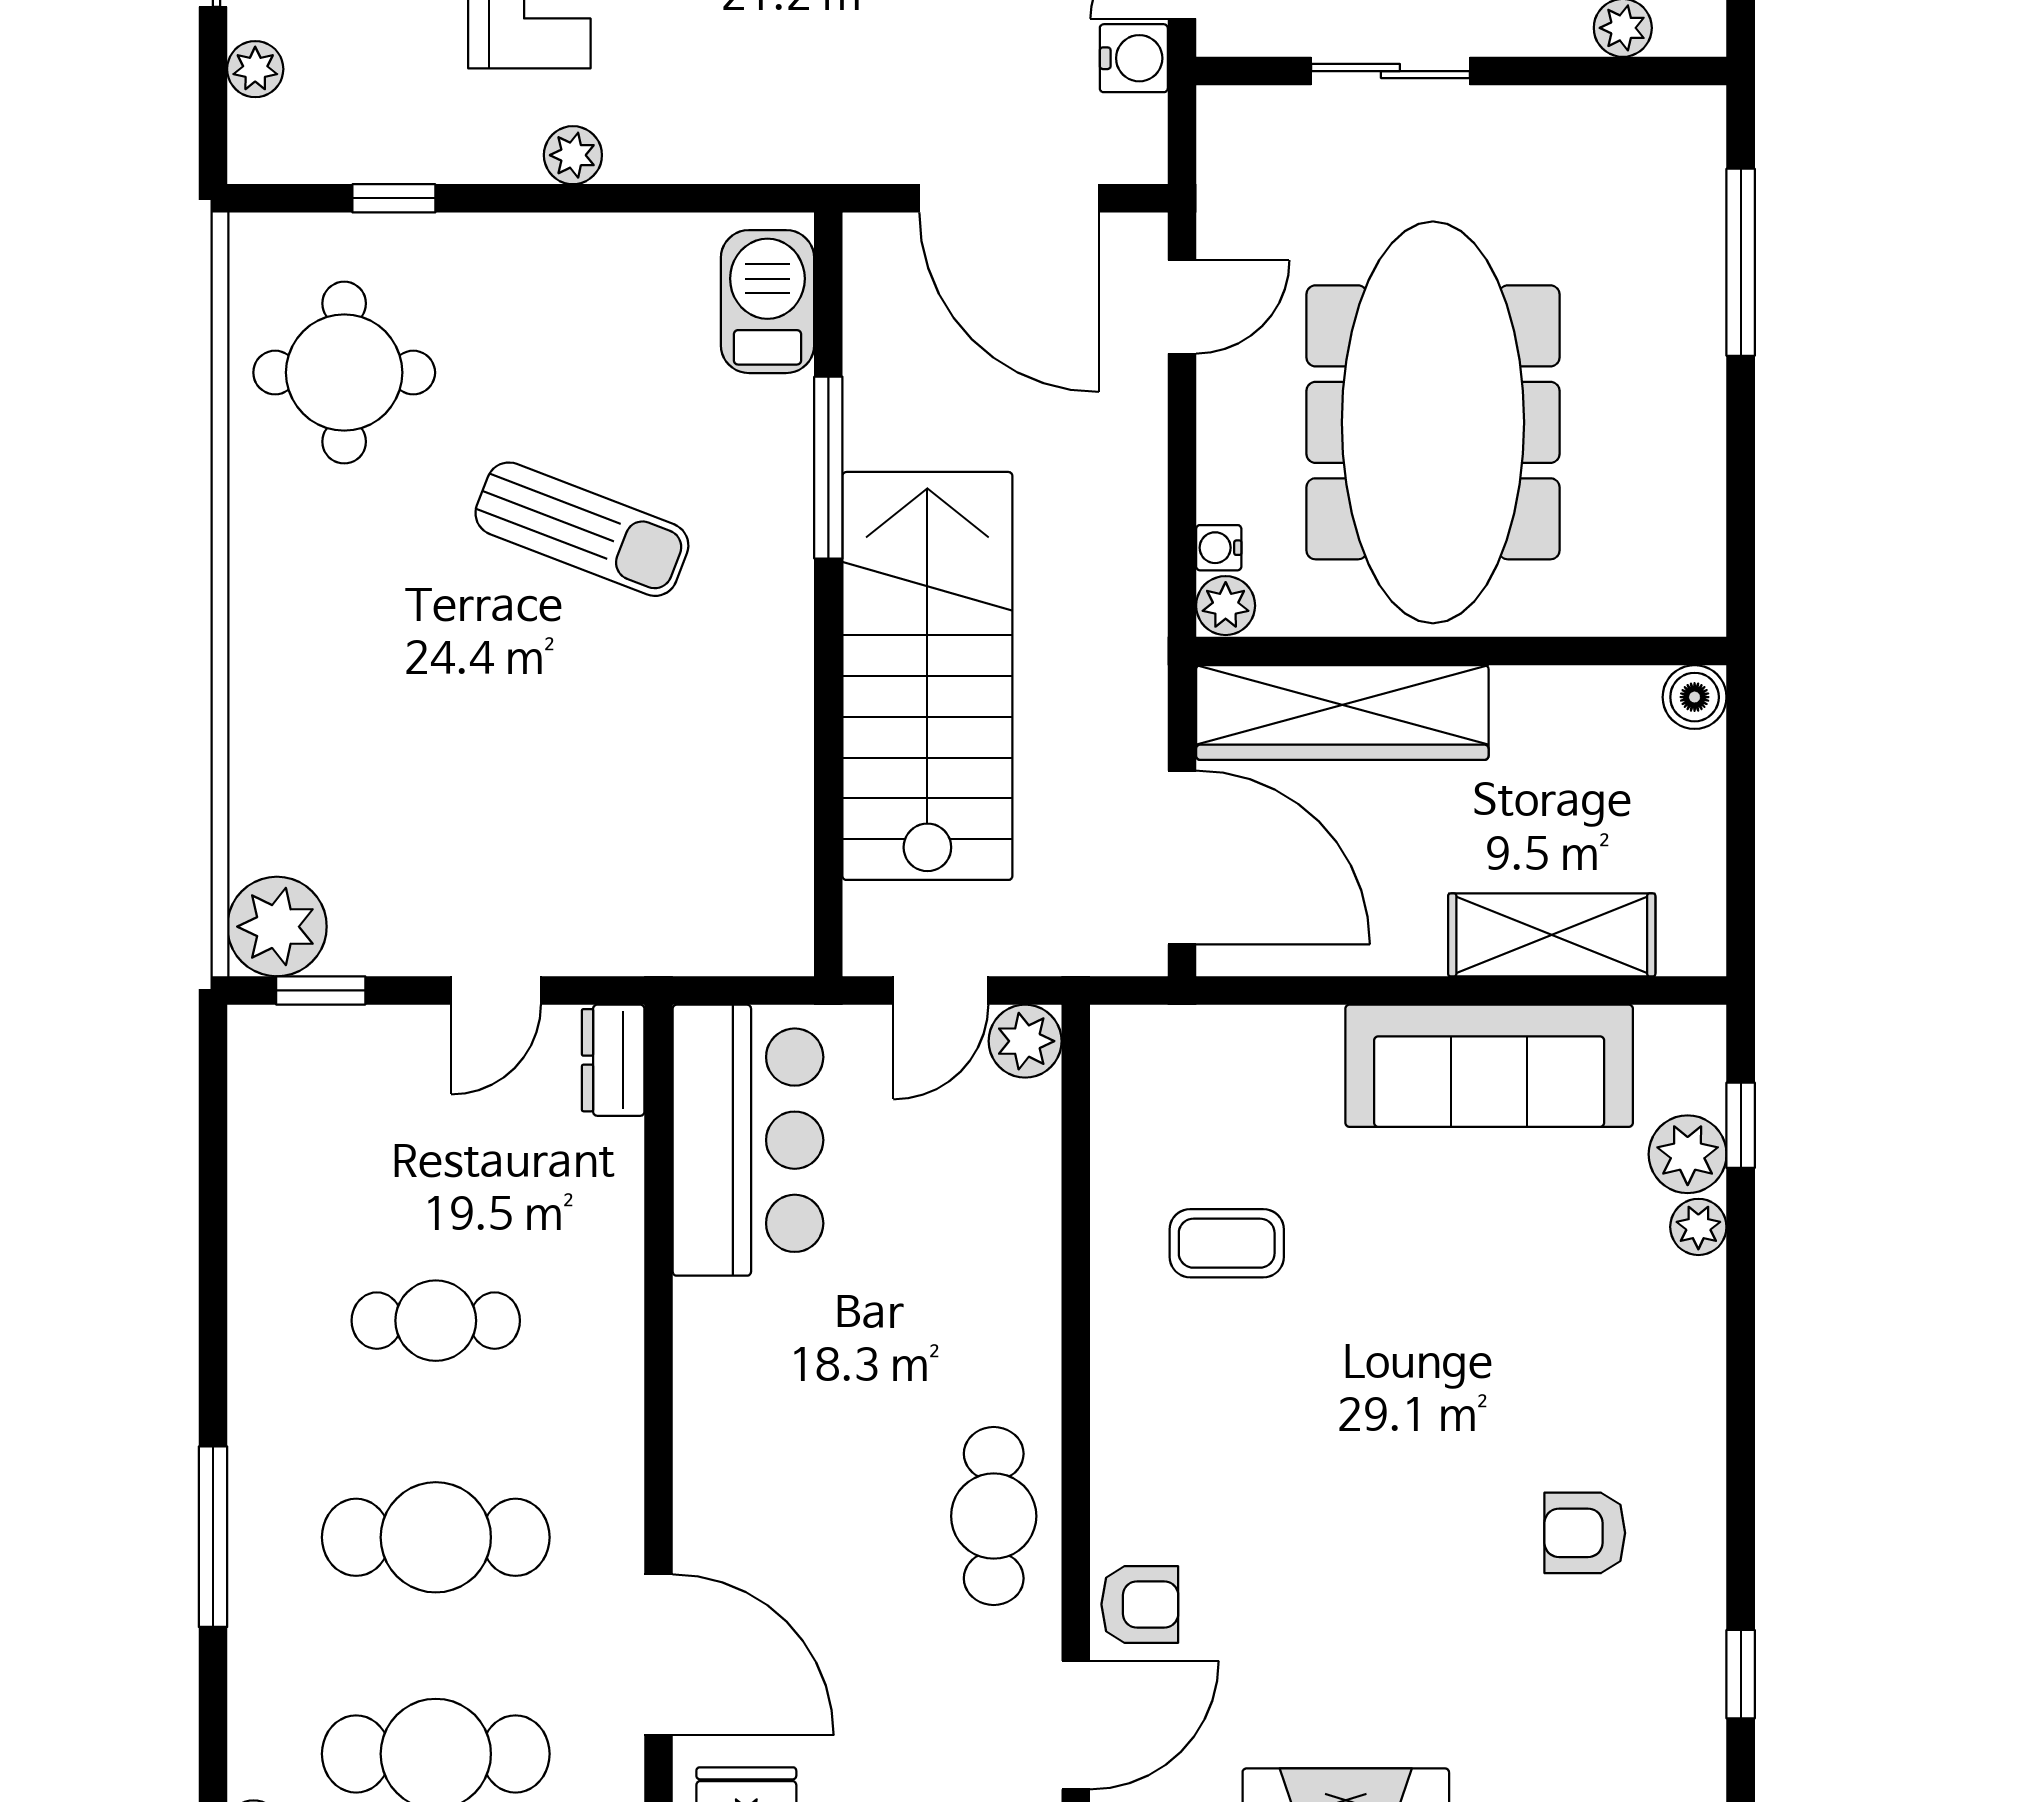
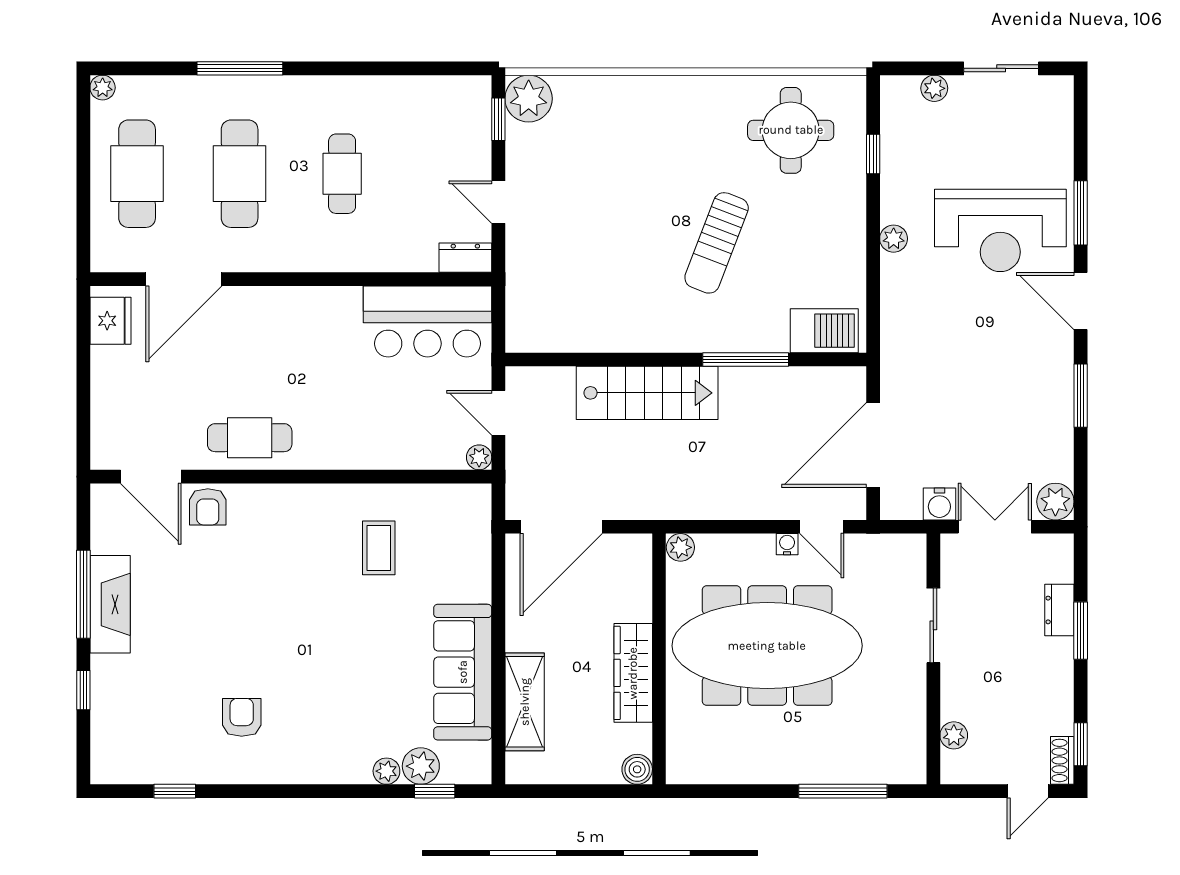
water cooler: (1219, 548) -> (787, 544), moved
stairs: (927, 676) -> (647, 393), width x0.73, depth x0.66
wardrobe: (1342, 712) -> (633, 673), moved, width x0.71, depth x0.85
plant: (1025, 1041) -> (479, 457), width x0.73, depth x0.73

